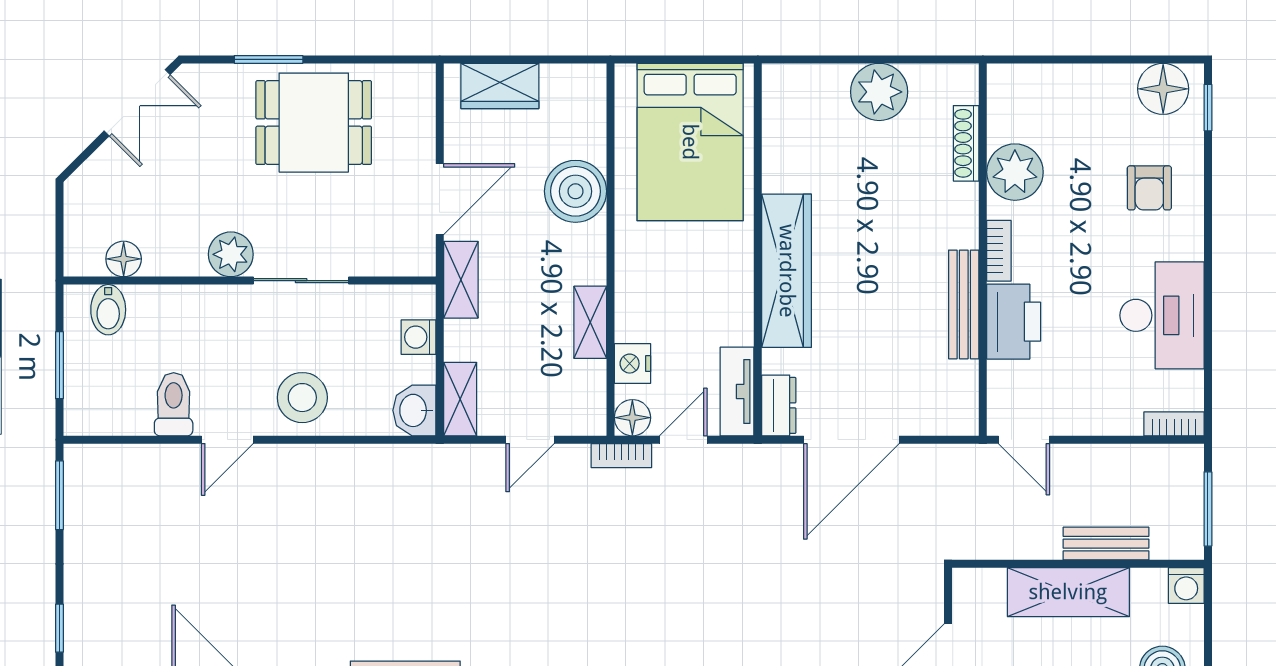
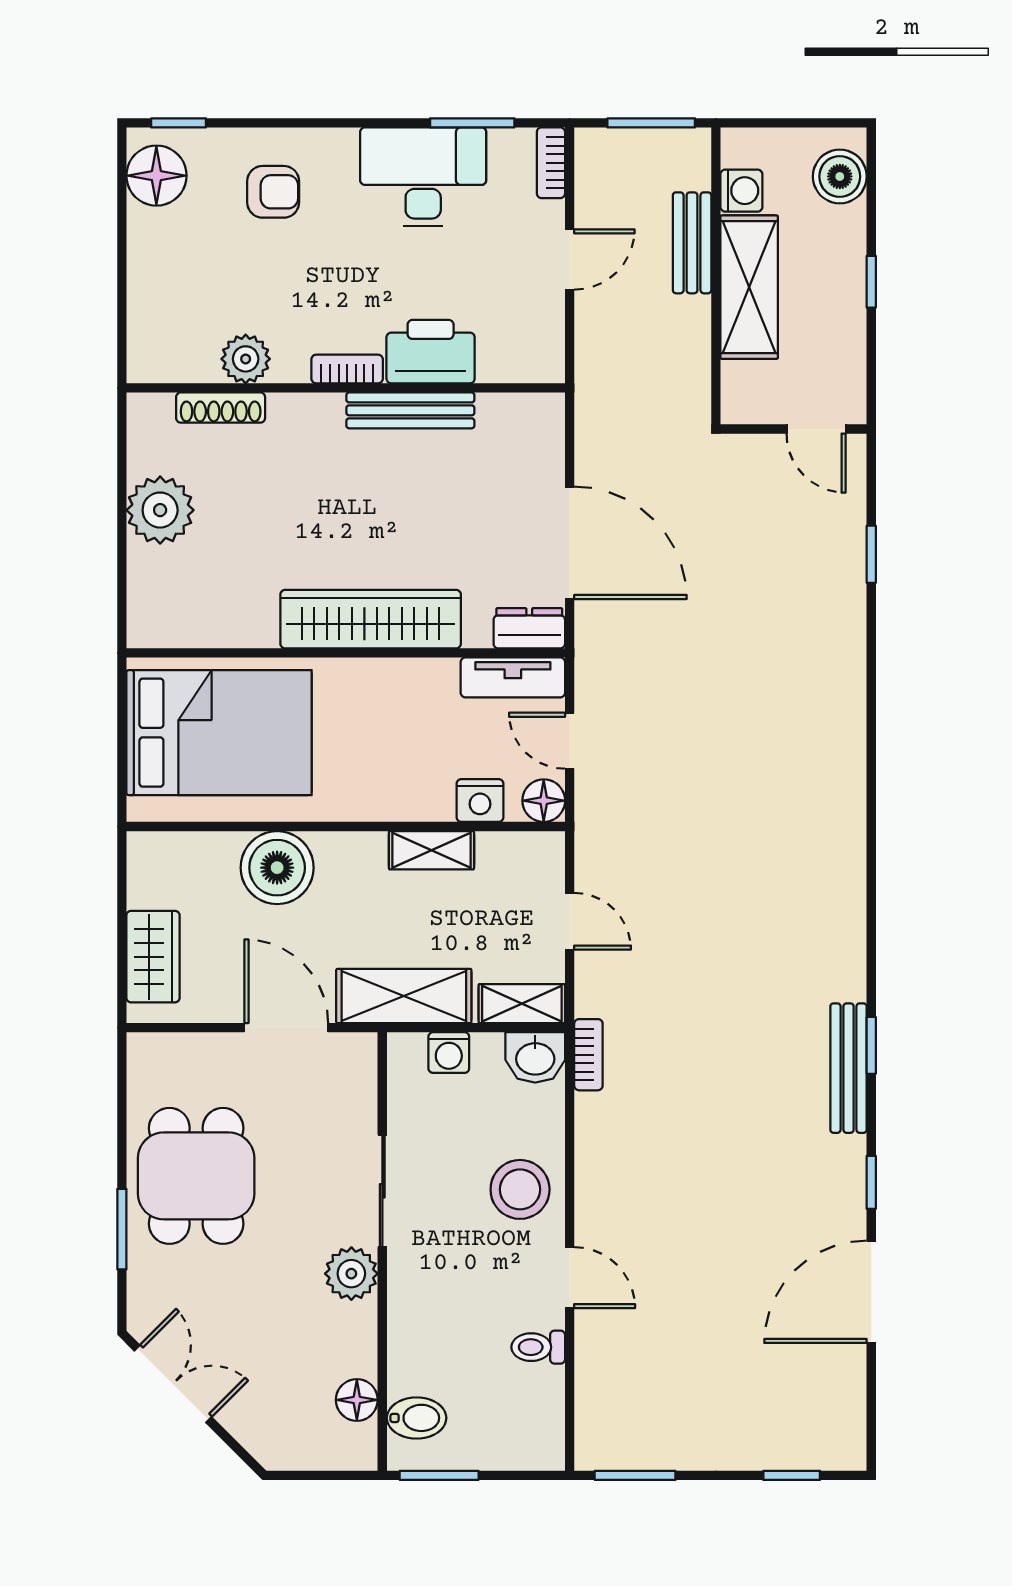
plant: (1015, 172) -> (246, 359), width x0.73, depth x0.73
shelving: (461, 280) -> (404, 996), width x1.50, depth x1.33
window: (1208, 357) -> (472, 123), added
window: (59, 365) -> (439, 1475), moved
toilet: (174, 404) -> (538, 1347), width x0.73, depth x0.72
door: (1024, 440) -> (570, 259), moved
bookcase: (621, 456) -> (588, 1055), moved
washing machine: (1186, 586) -> (741, 191), moved

